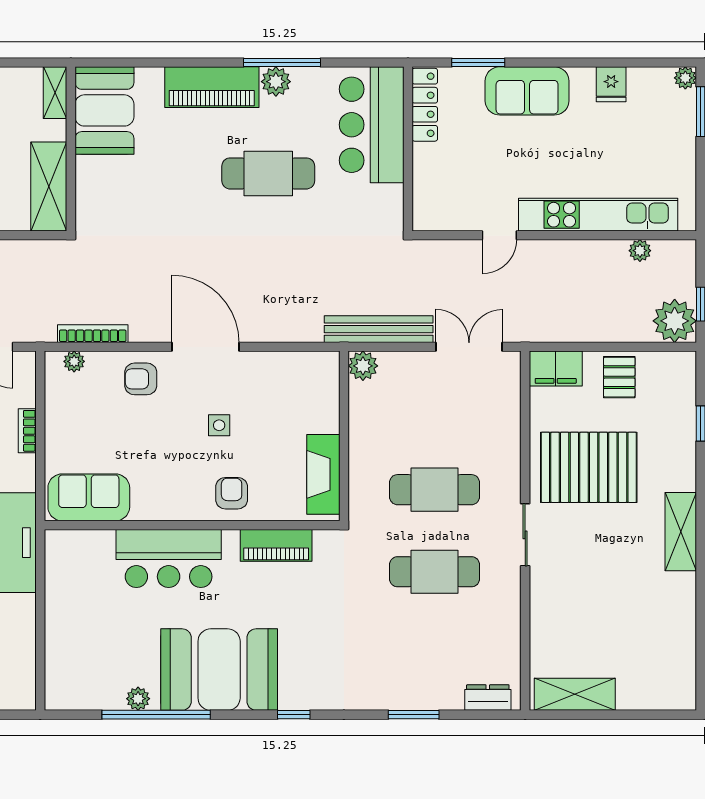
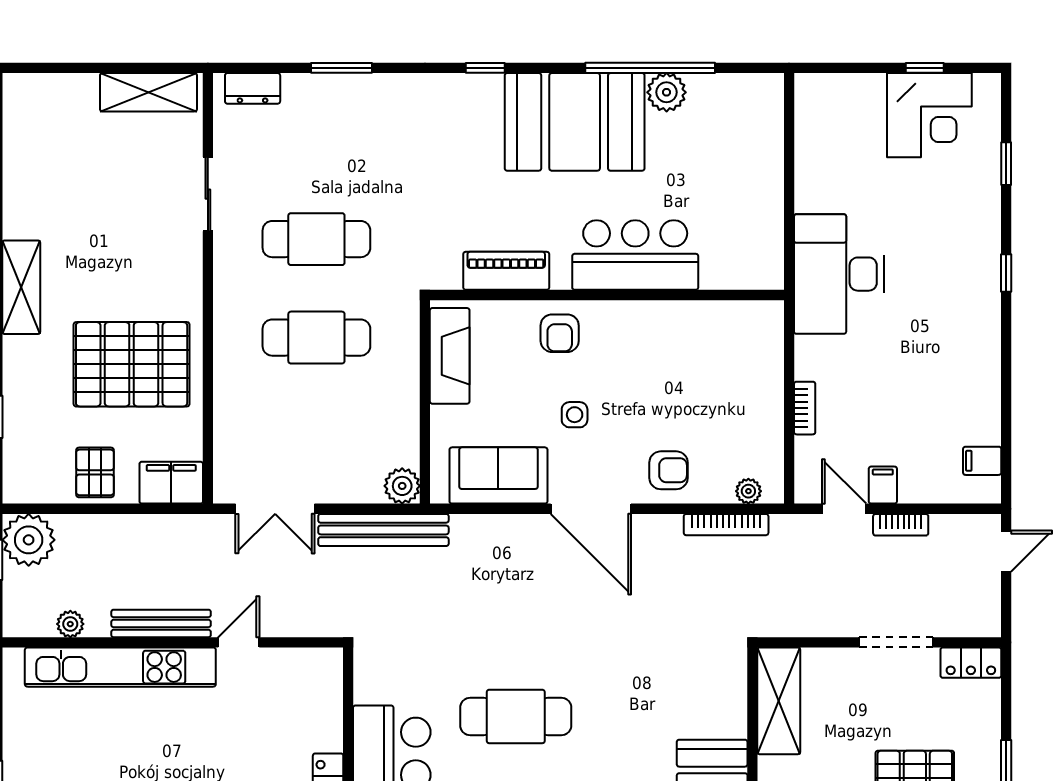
bench: (564, 251) -> (161, 623), added
sofa: (89, 497) -> (498, 475), moved, turned 180
sliding door: (525, 535) -> (208, 194), moved
plant: (138, 699) -> (667, 92), width x1.38, depth x1.38

